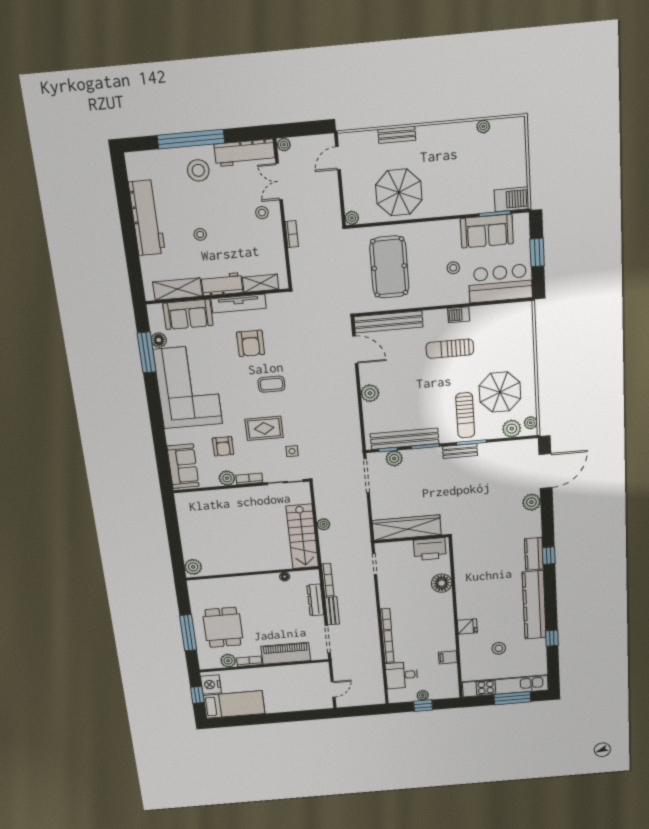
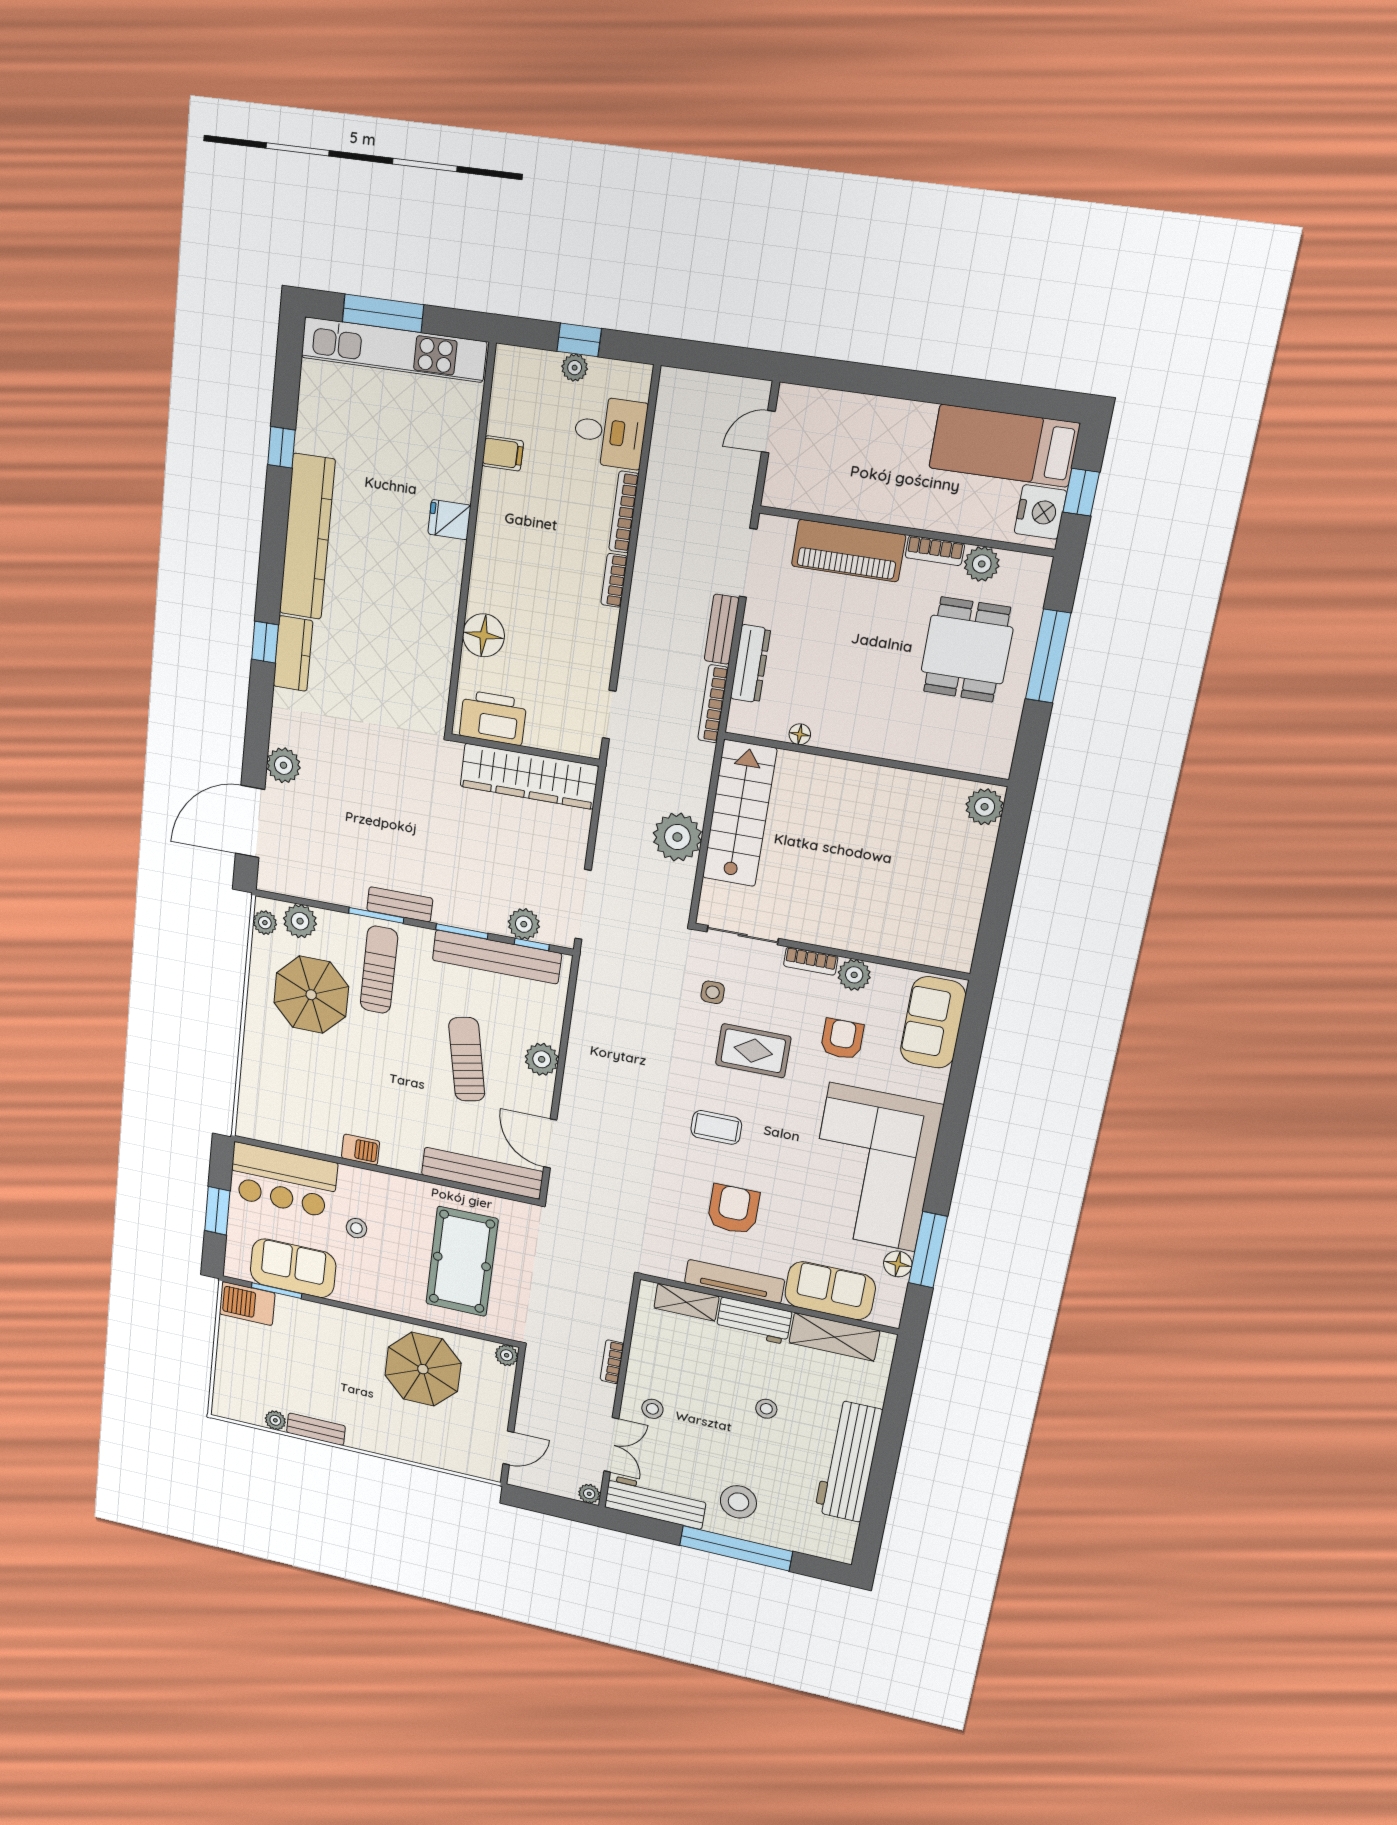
bench: (397, 135) -> (316, 1429), moved
sun lounger: (450, 349) -> (467, 1059), moved, turned -102
plant: (324, 524) -> (677, 837), width x1.88, depth x1.88
stool: (499, 648) -> (393, 450), removed

